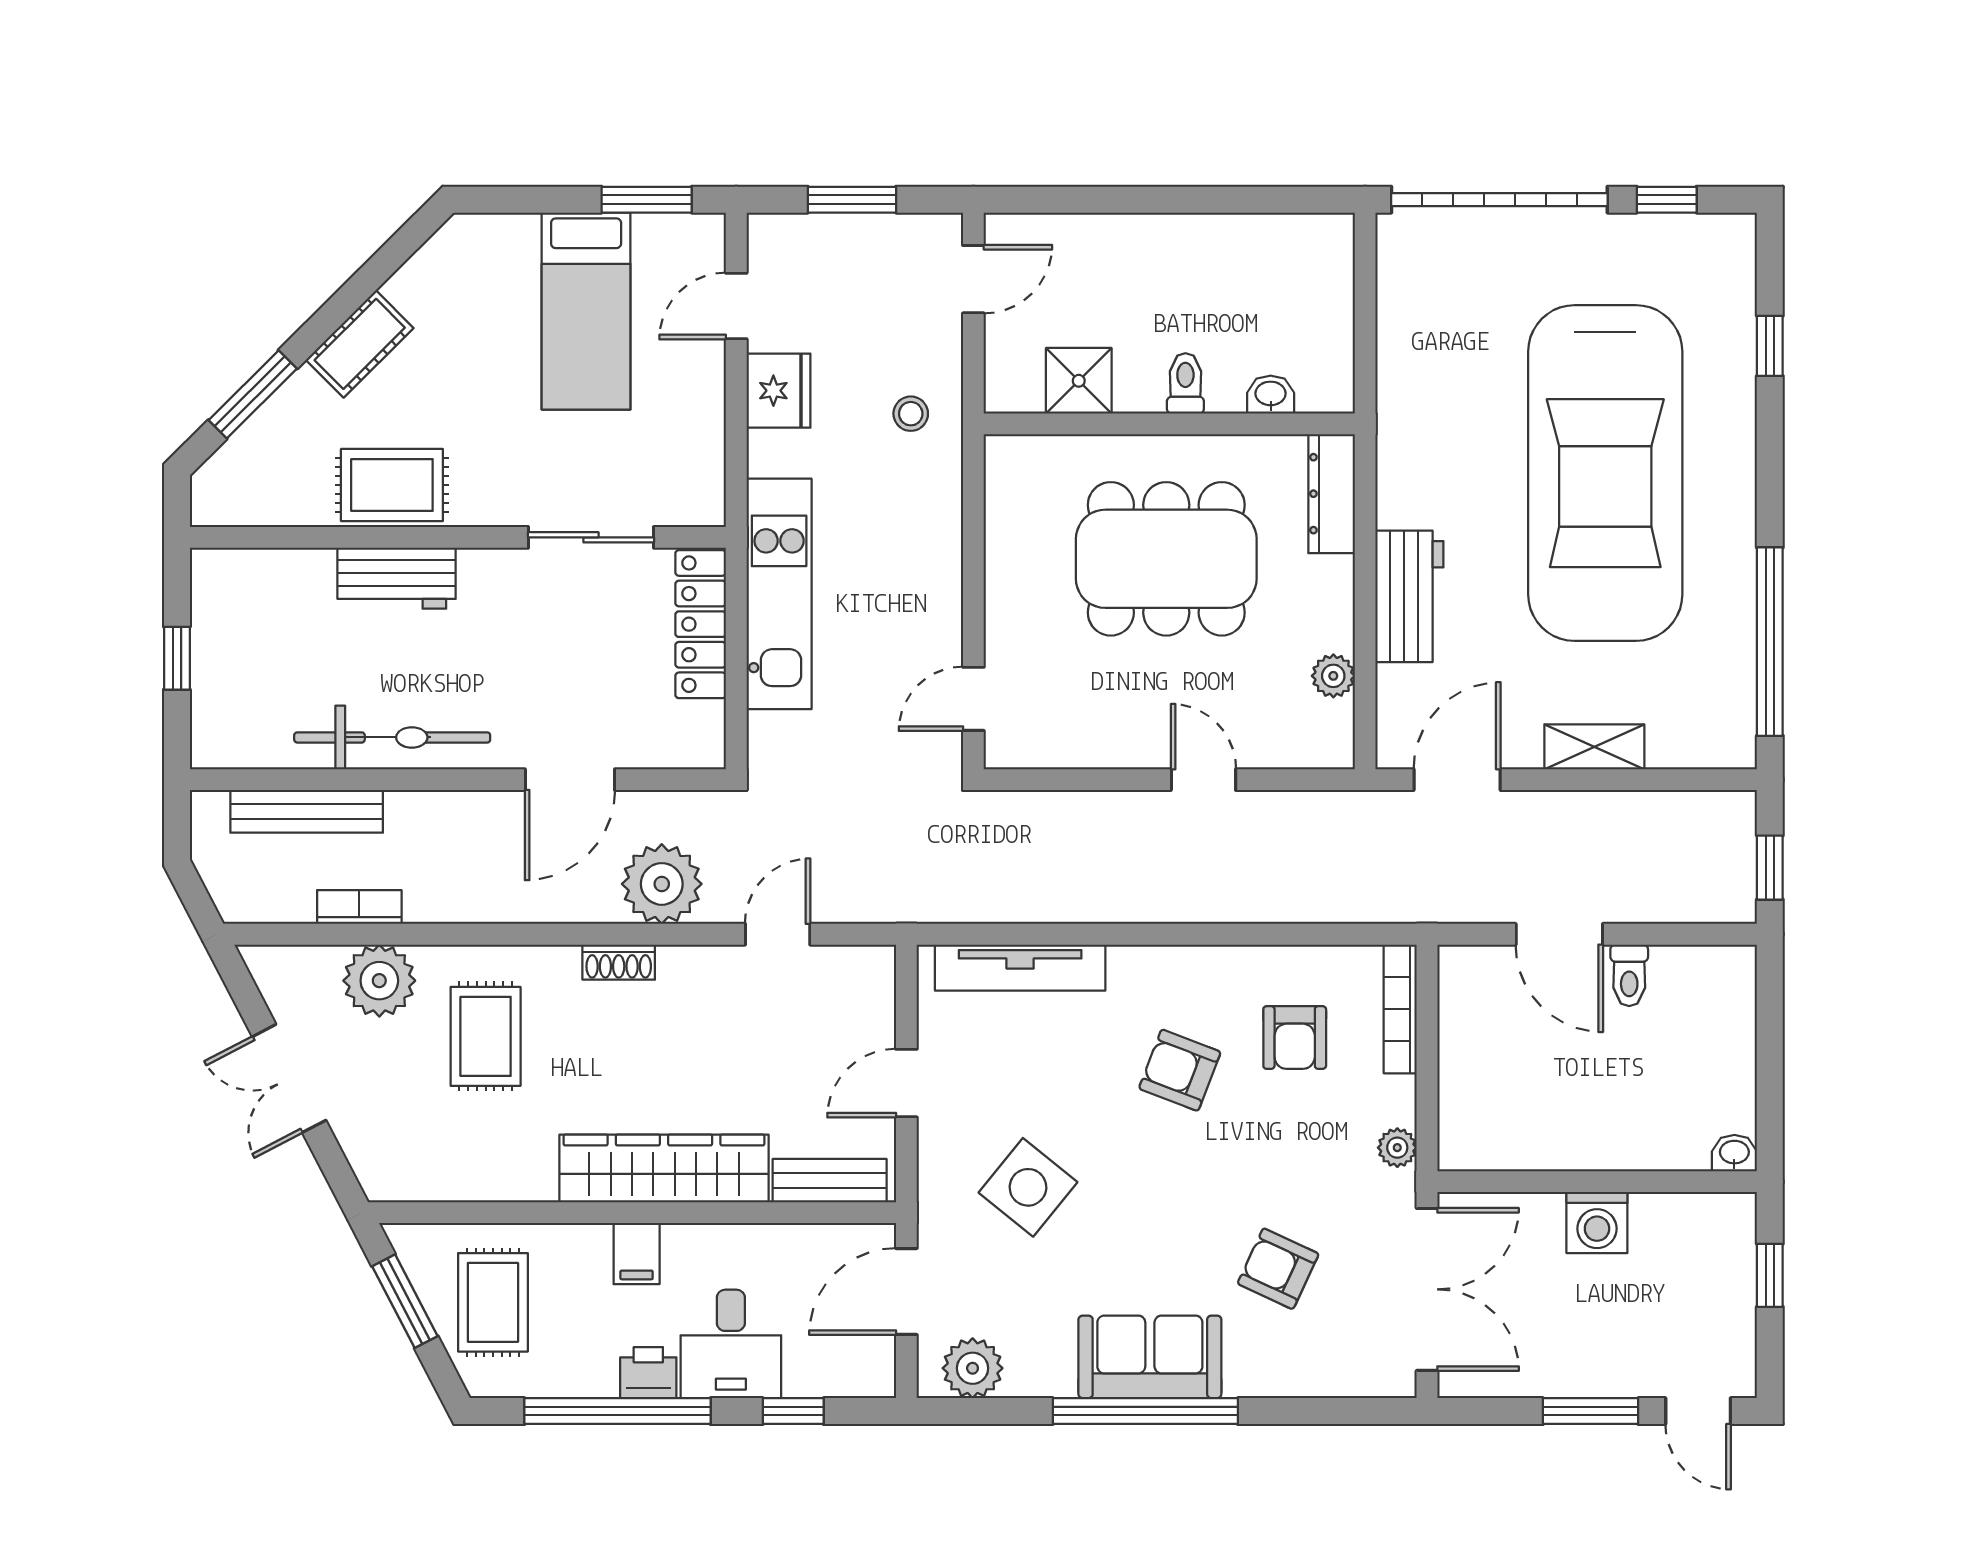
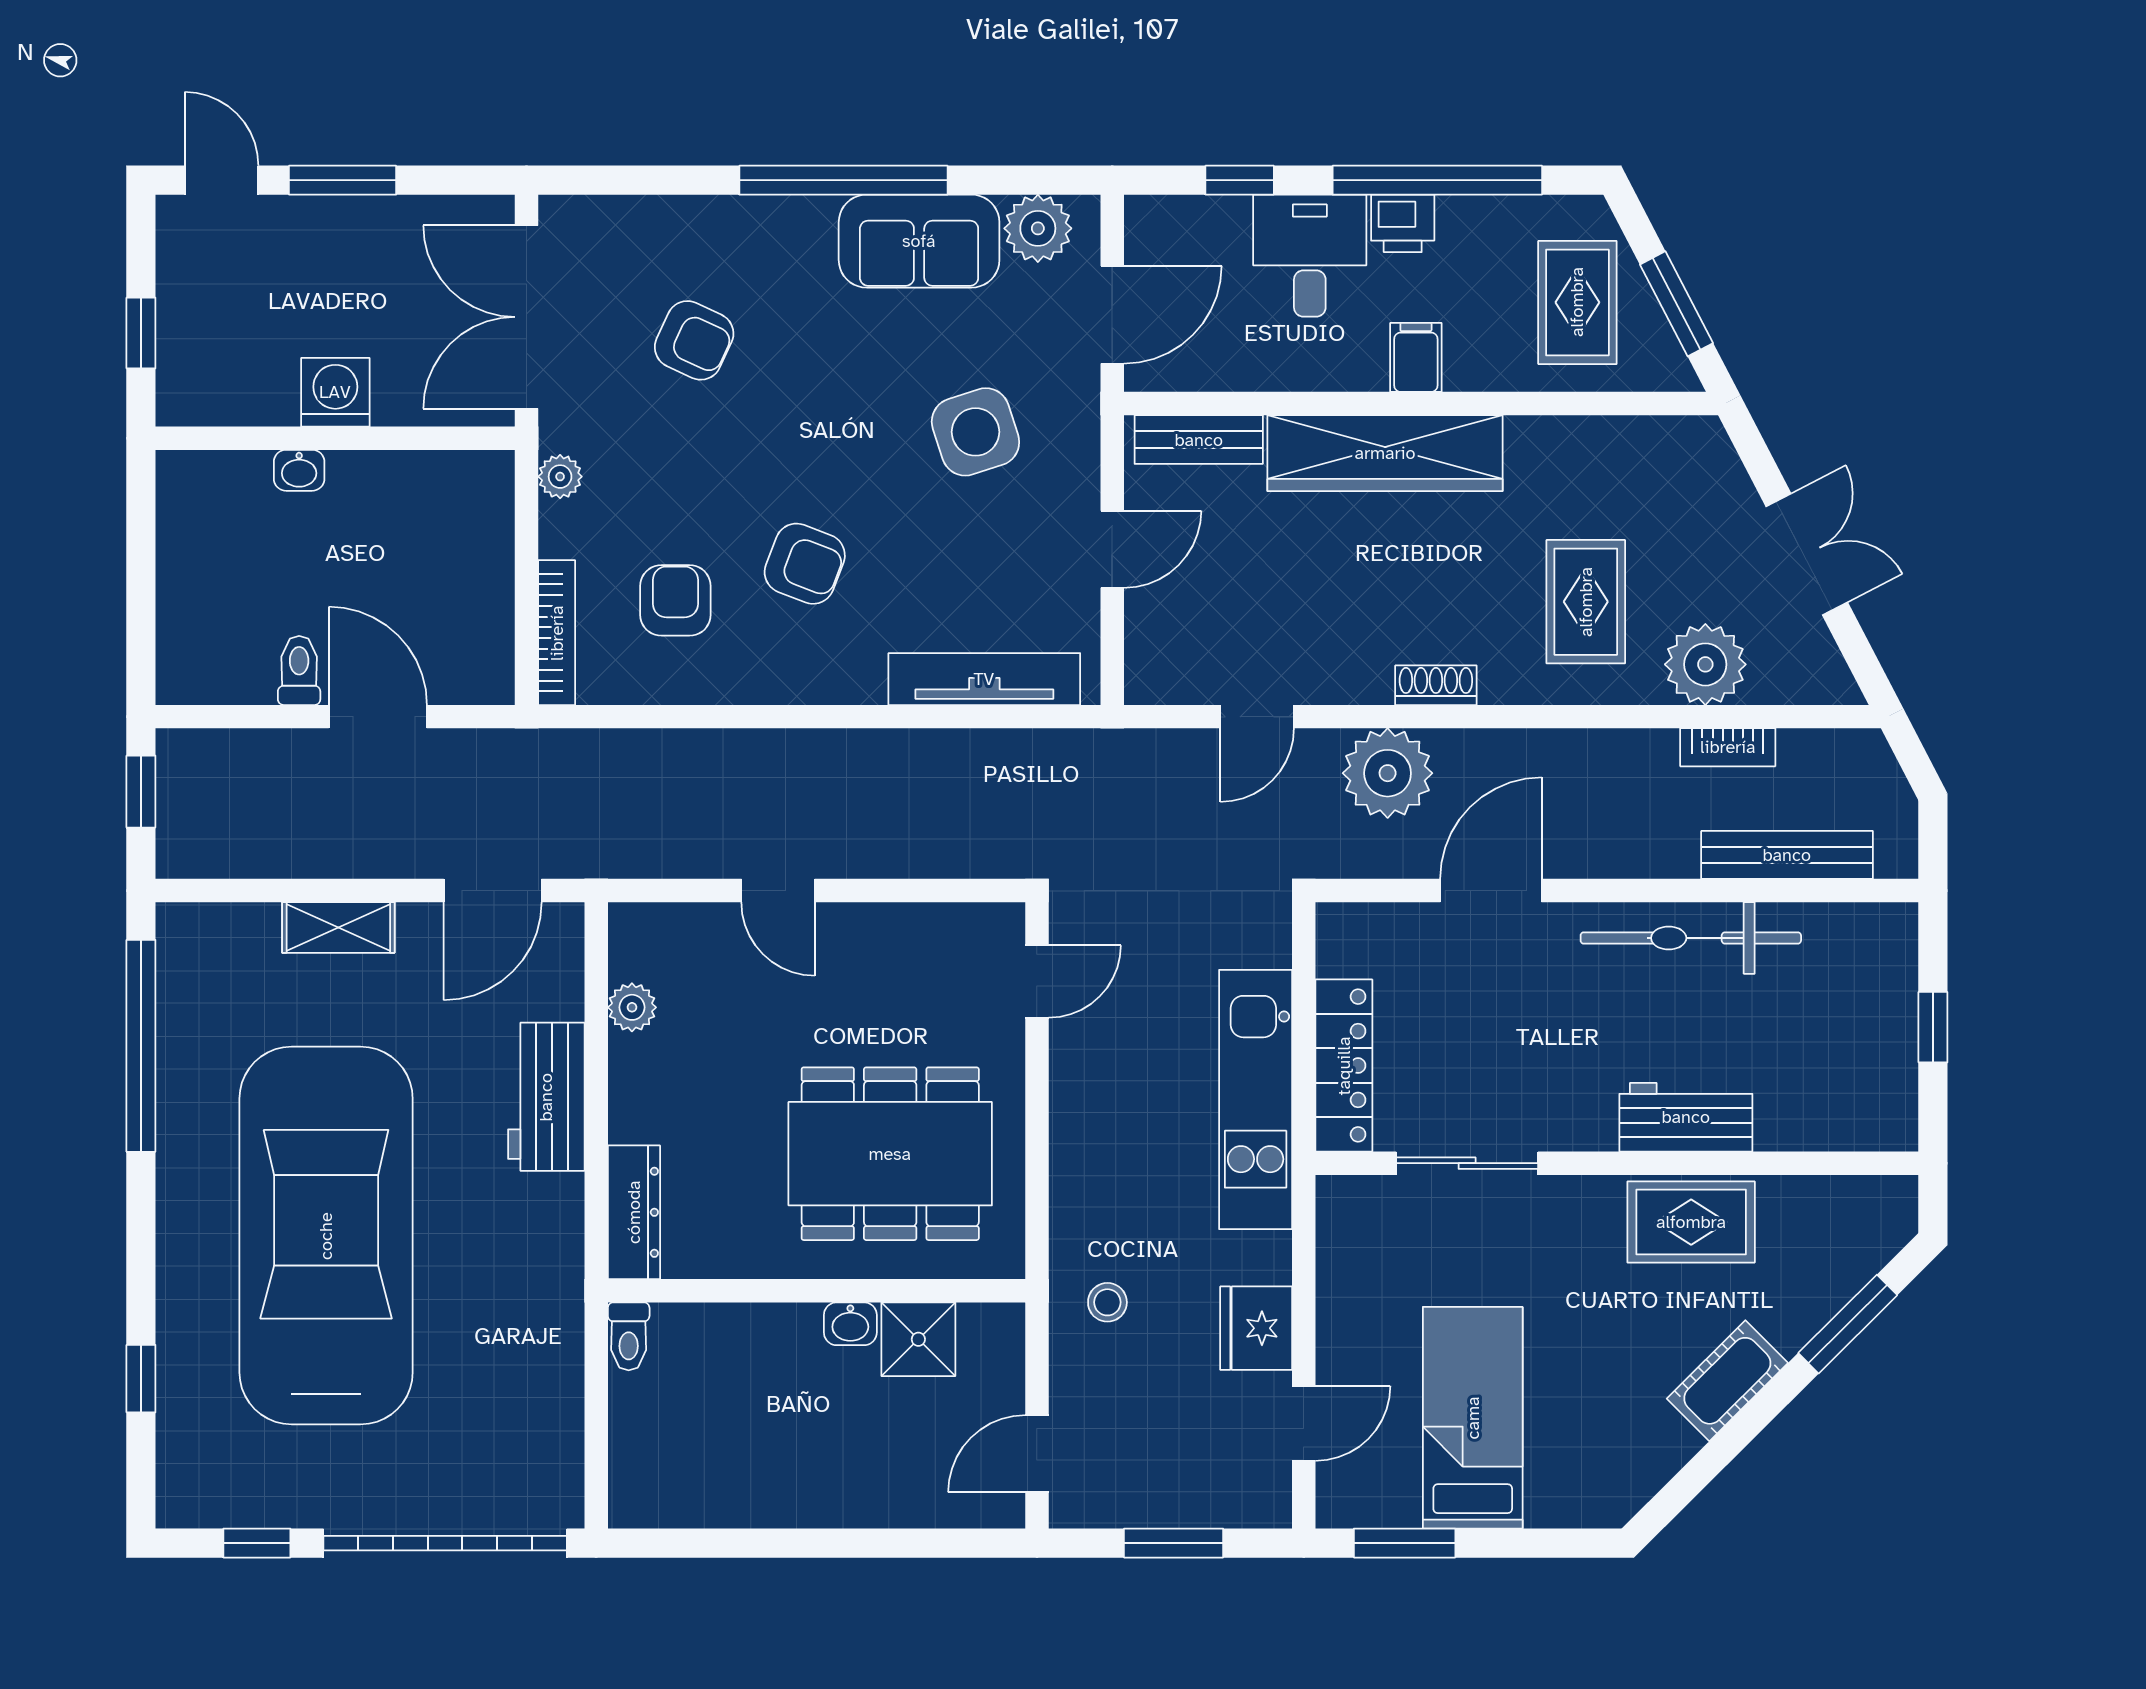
toilet: (1185, 383) -> (629, 1336), moved
washbasin: (1271, 395) -> (850, 1324), moved
dining table: (1166, 559) -> (890, 1154), moved
washbasin: (1734, 1153) -> (299, 470), moved
side table: (1028, 1187) -> (975, 432), turned 33
sofa: (1150, 1357) -> (919, 241), moved

